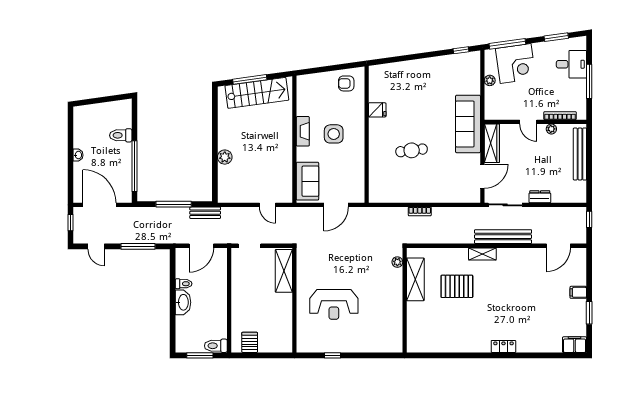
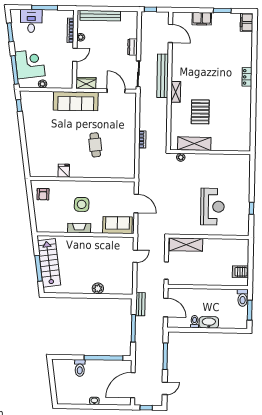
wardrobe: (492, 143) -> (86, 83), width x0.67
filing cabinet: (578, 292) -> (202, 19), width x2.00

